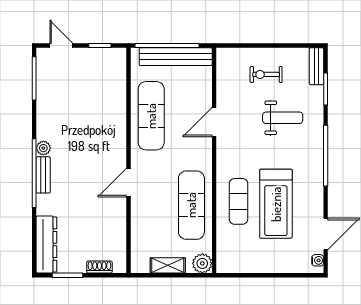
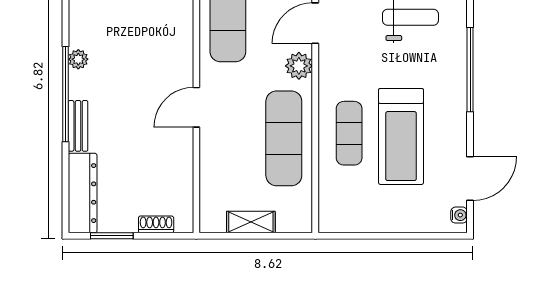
bench: (43, 175) -> (78, 126), moved
plant: (202, 263) -> (299, 66), moved

